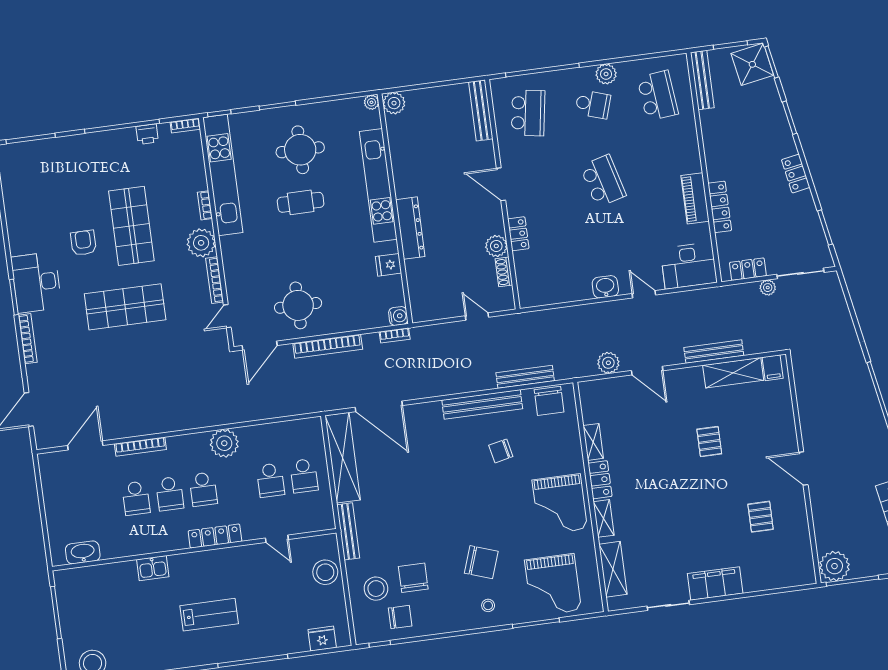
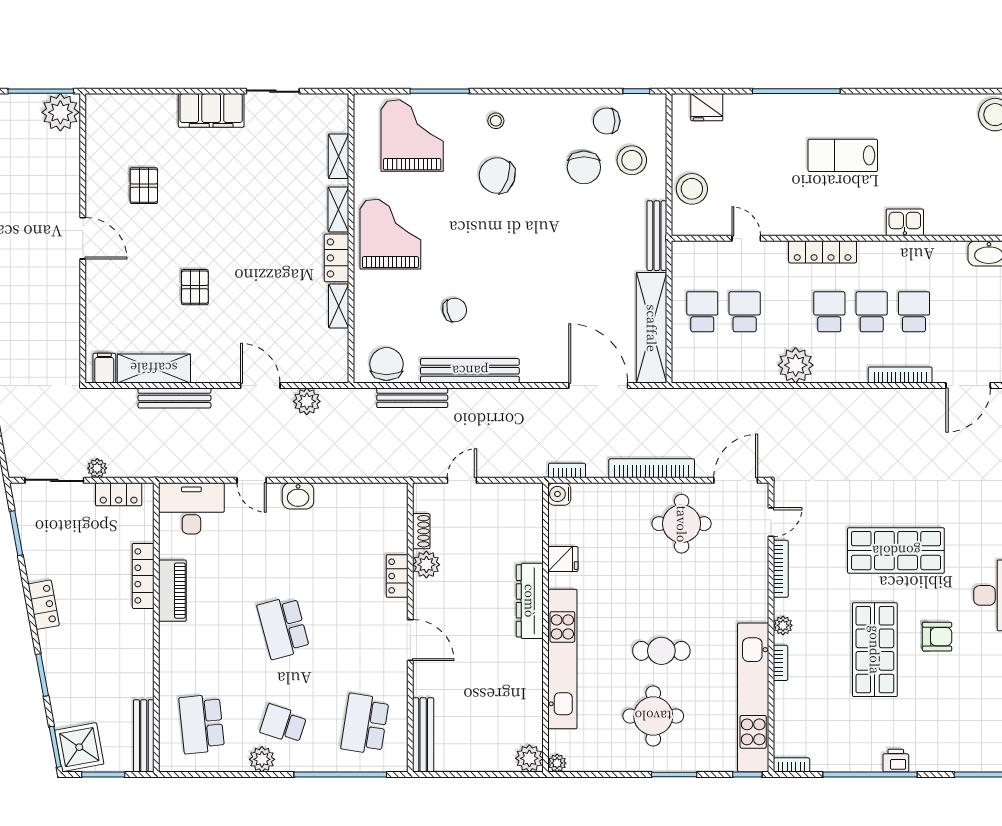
printer: (147, 134) -> (896, 761), moved
armchair: (83, 243) -> (937, 637), turned -90
plant: (201, 243) -> (783, 625), width x0.53, depth x0.53
door: (477, 317) -> (462, 480), swing flipped
shelving: (613, 569) -> (339, 156), width x0.67, depth x0.75

